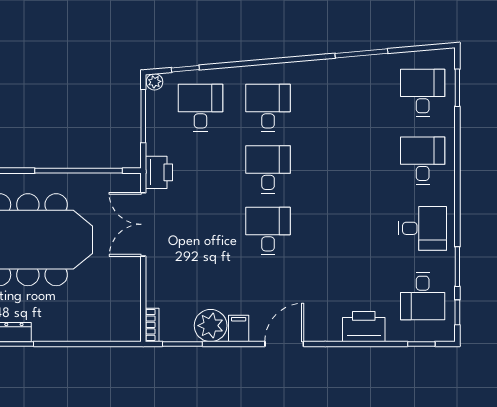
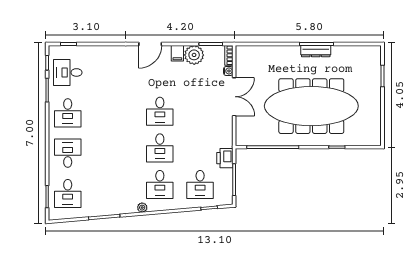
plant: (154, 82) -> (142, 208), moved
desk: (423, 161) -> (68, 153), turned 180
printer: (159, 172) -> (225, 158), moved
double door: (143, 224) -> (234, 97), moved
desk: (423, 228) -> (68, 113), turned -90
desk: (423, 296) -> (68, 72), turned -90
water cooler: (153, 299) -> (228, 71), added
printer: (364, 327) -> (103, 54), removed

